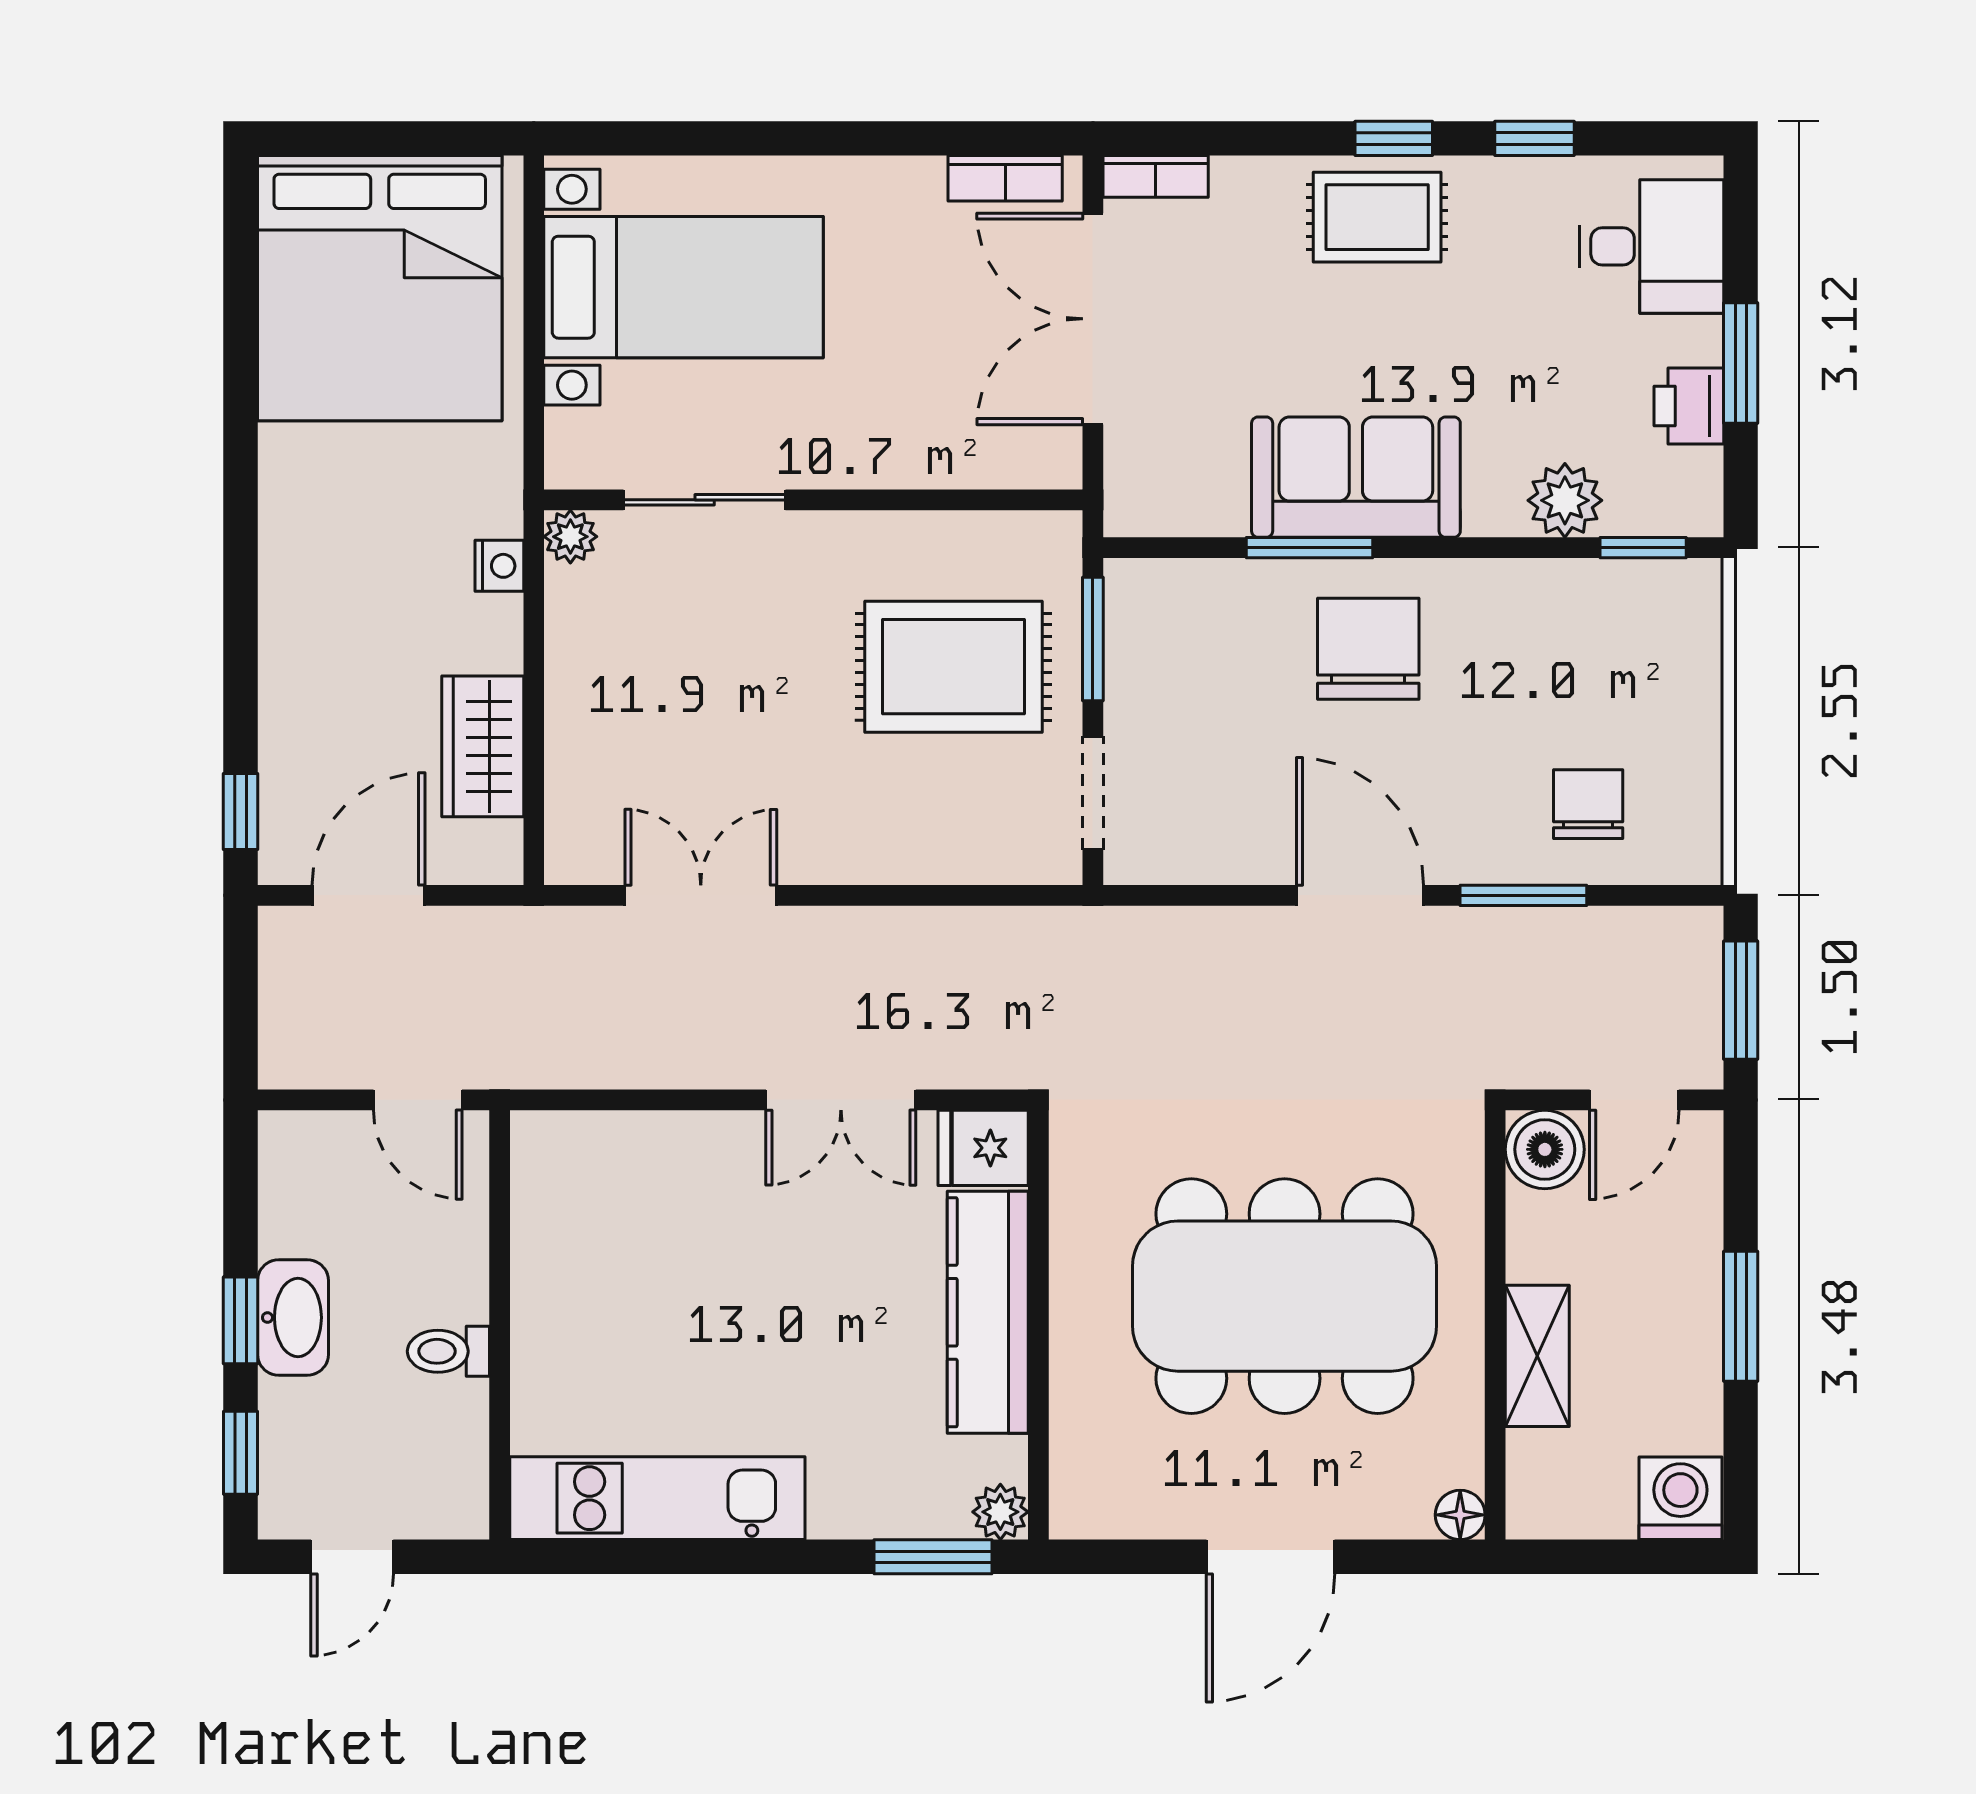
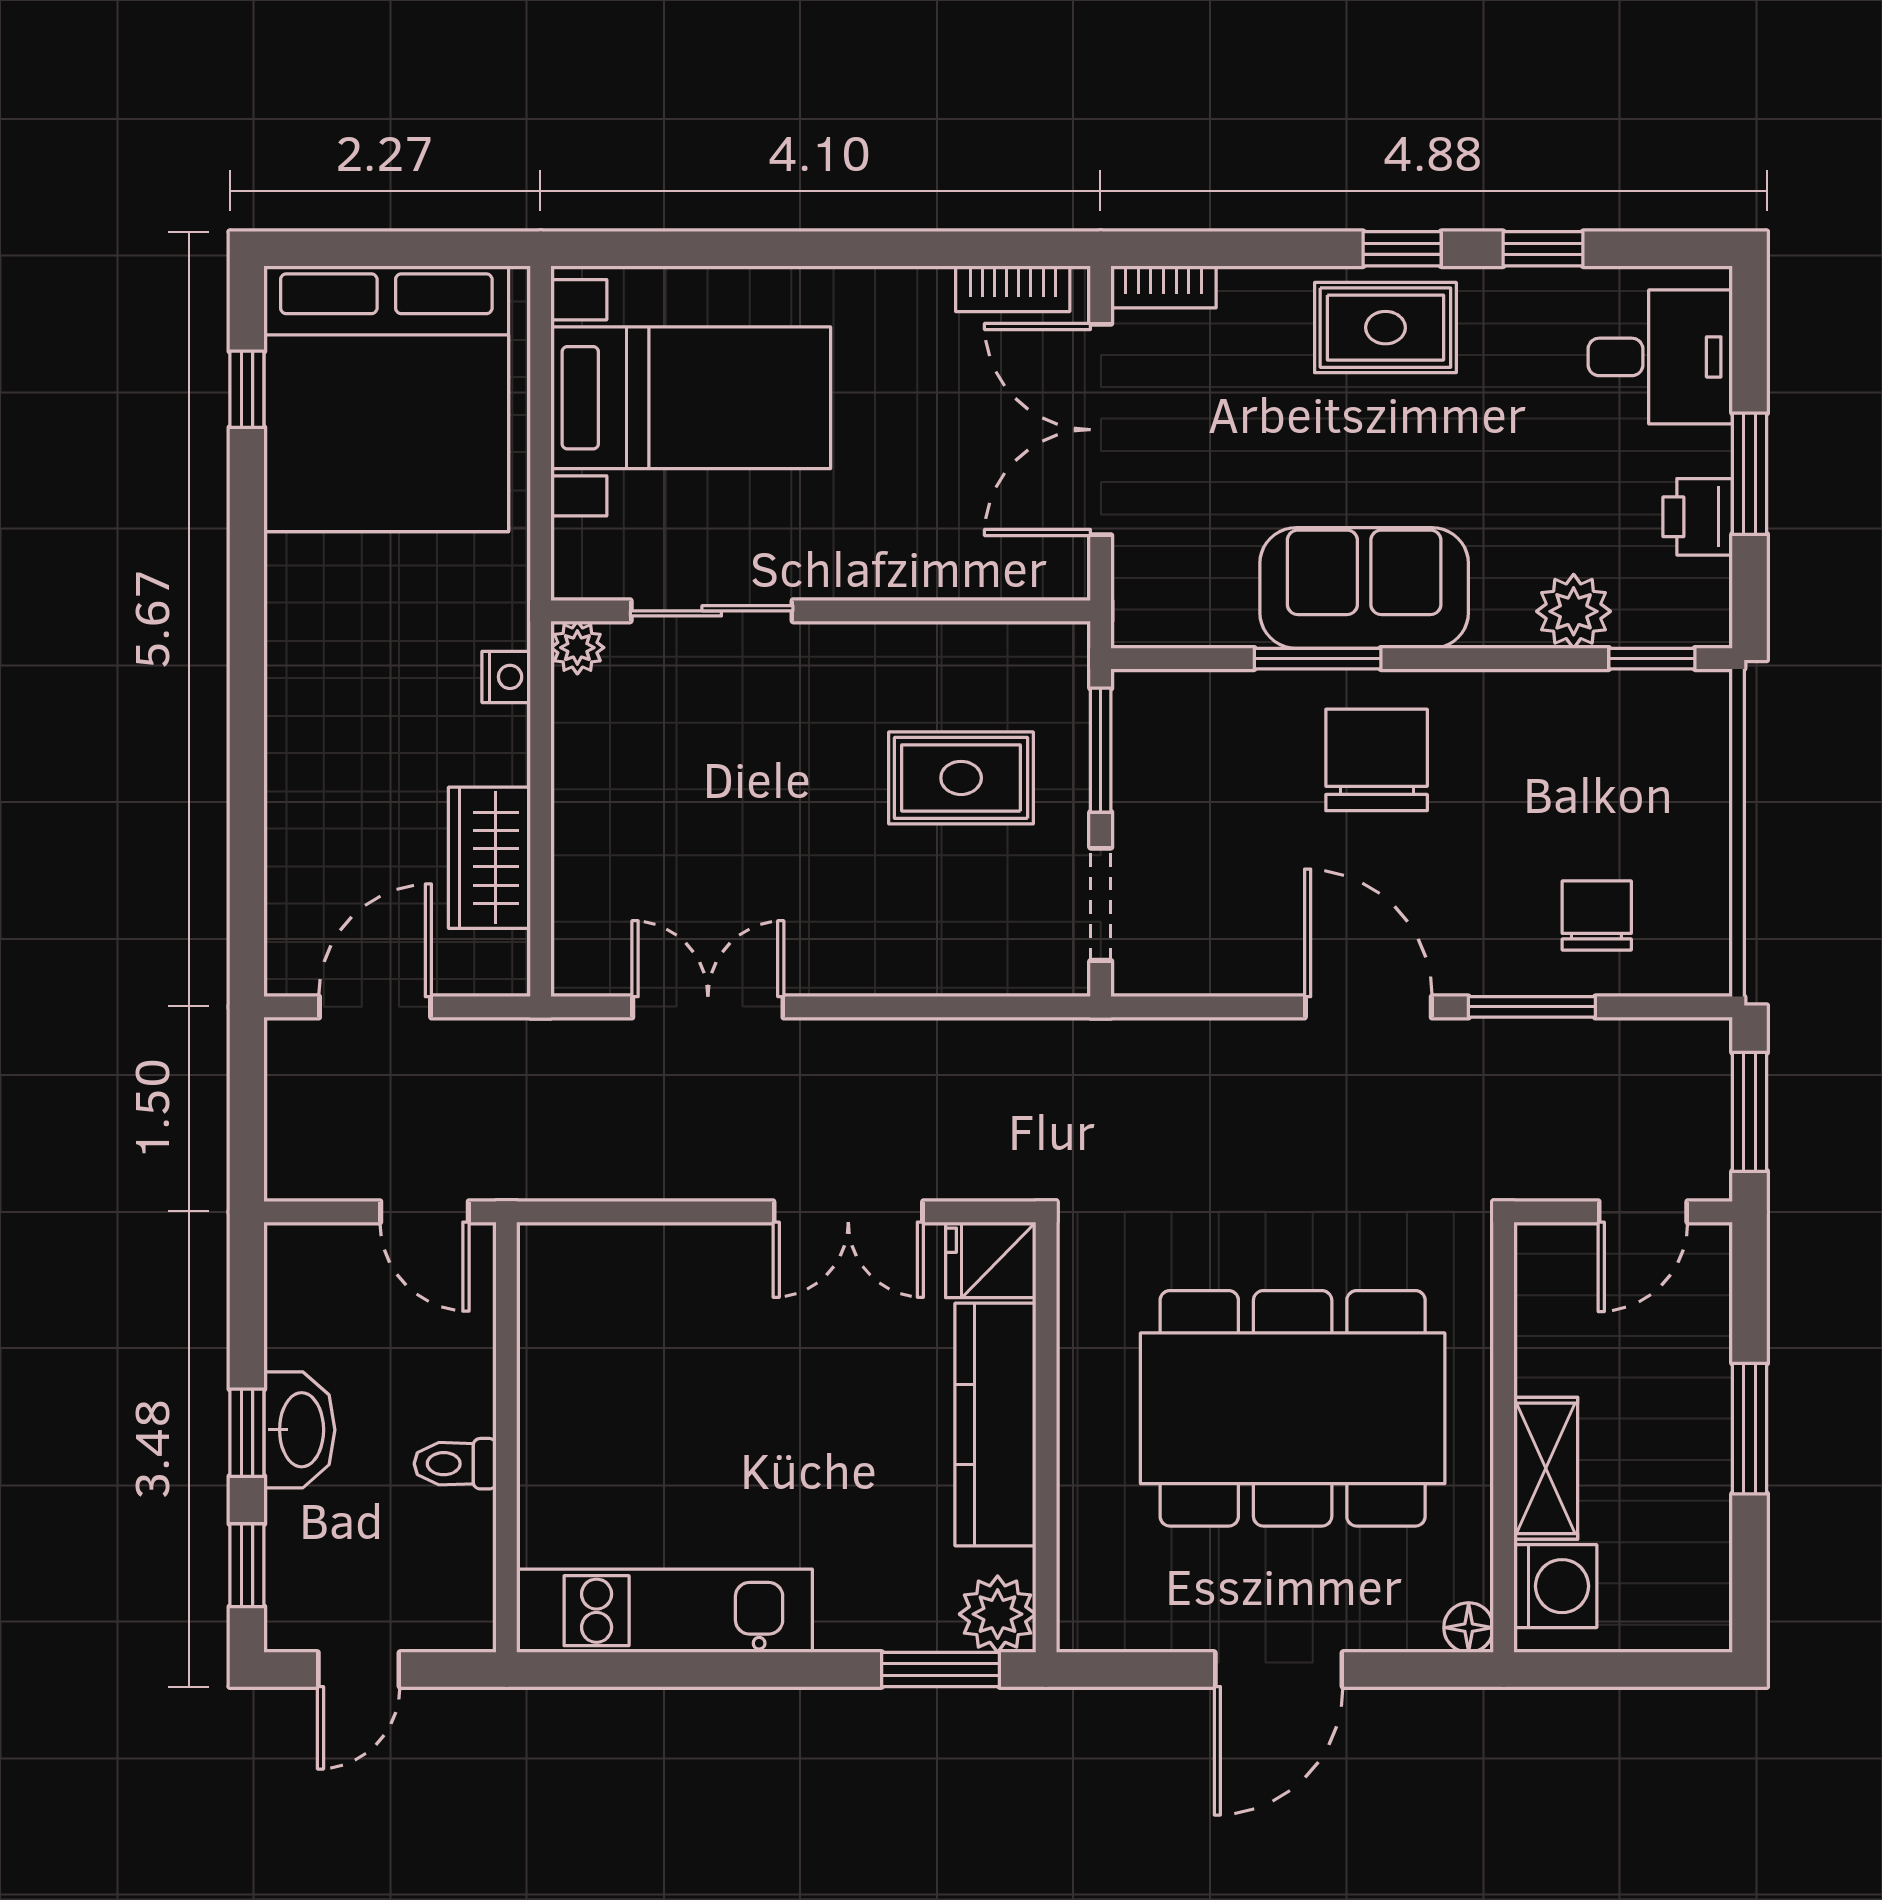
rug: (953, 667) -> (961, 778), width x0.73, depth x0.70
window: (241, 811) -> (247, 389), moved
boiler: (1545, 1149) -> (1553, 1261), removed
washing machine: (1680, 1498) -> (1555, 1586), moved, turned 90
plant: (1000, 1512) -> (998, 1614), width x1.38, depth x1.38

